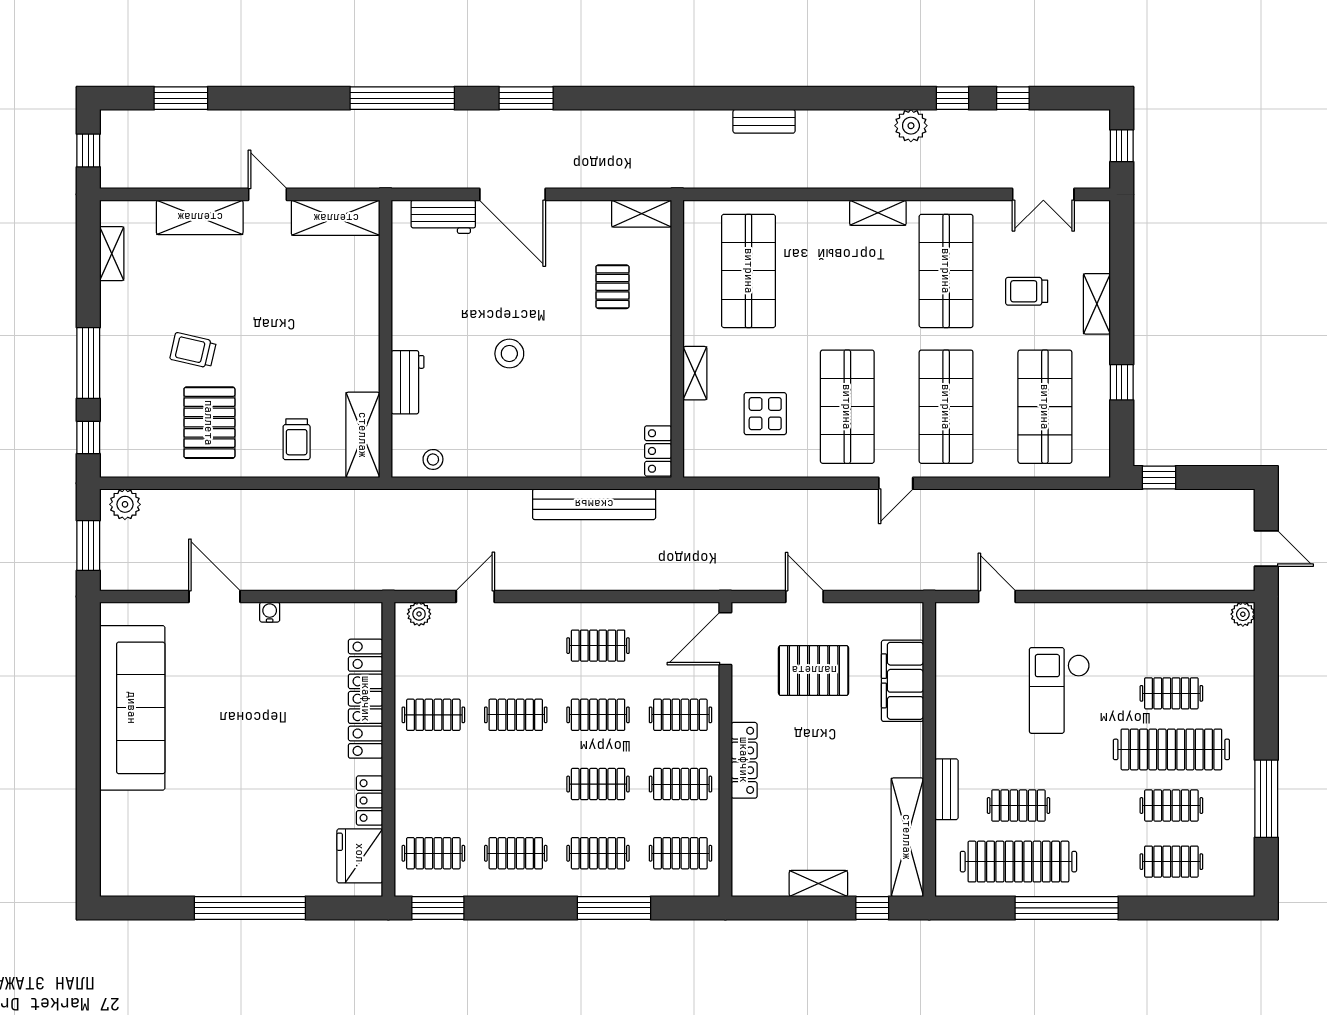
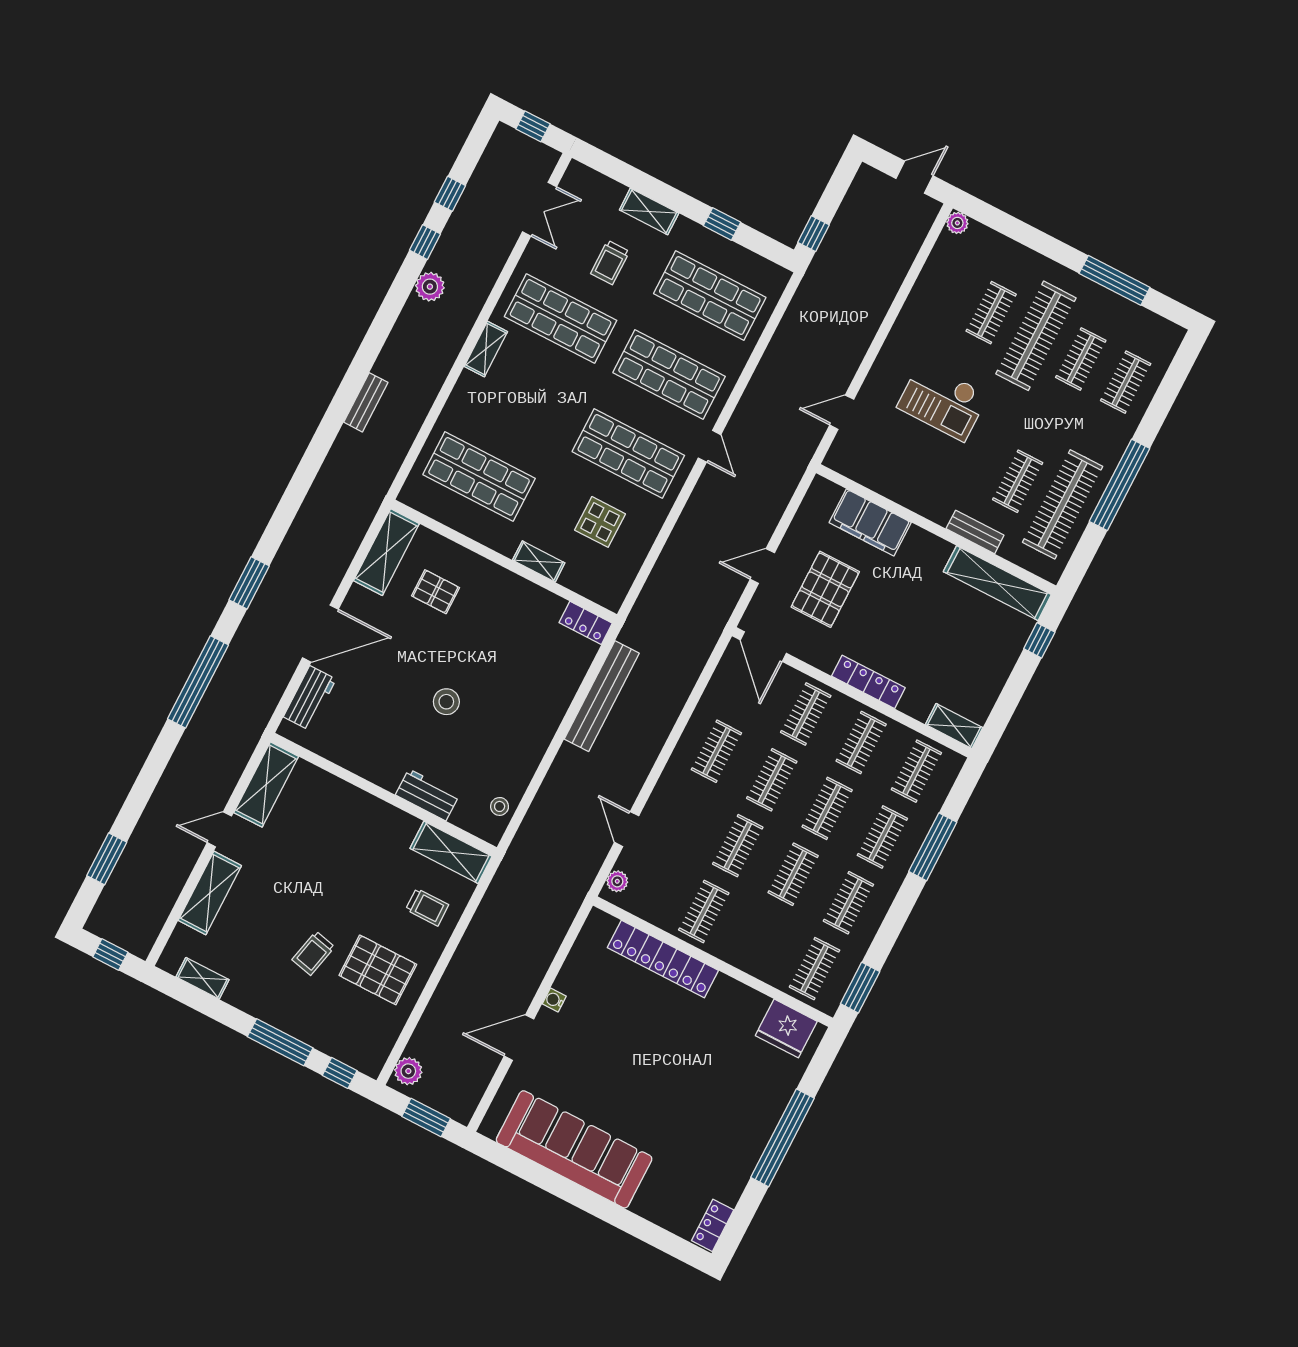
shelving: (642, 214) -> (386, 552), width x1.50, depth x1.33
clothes rail: (516, 784) -> (793, 874), added
locker: (370, 801) -> (713, 1225), moved, turned 90
shelving: (818, 884) -> (954, 726), moved, turned 90

